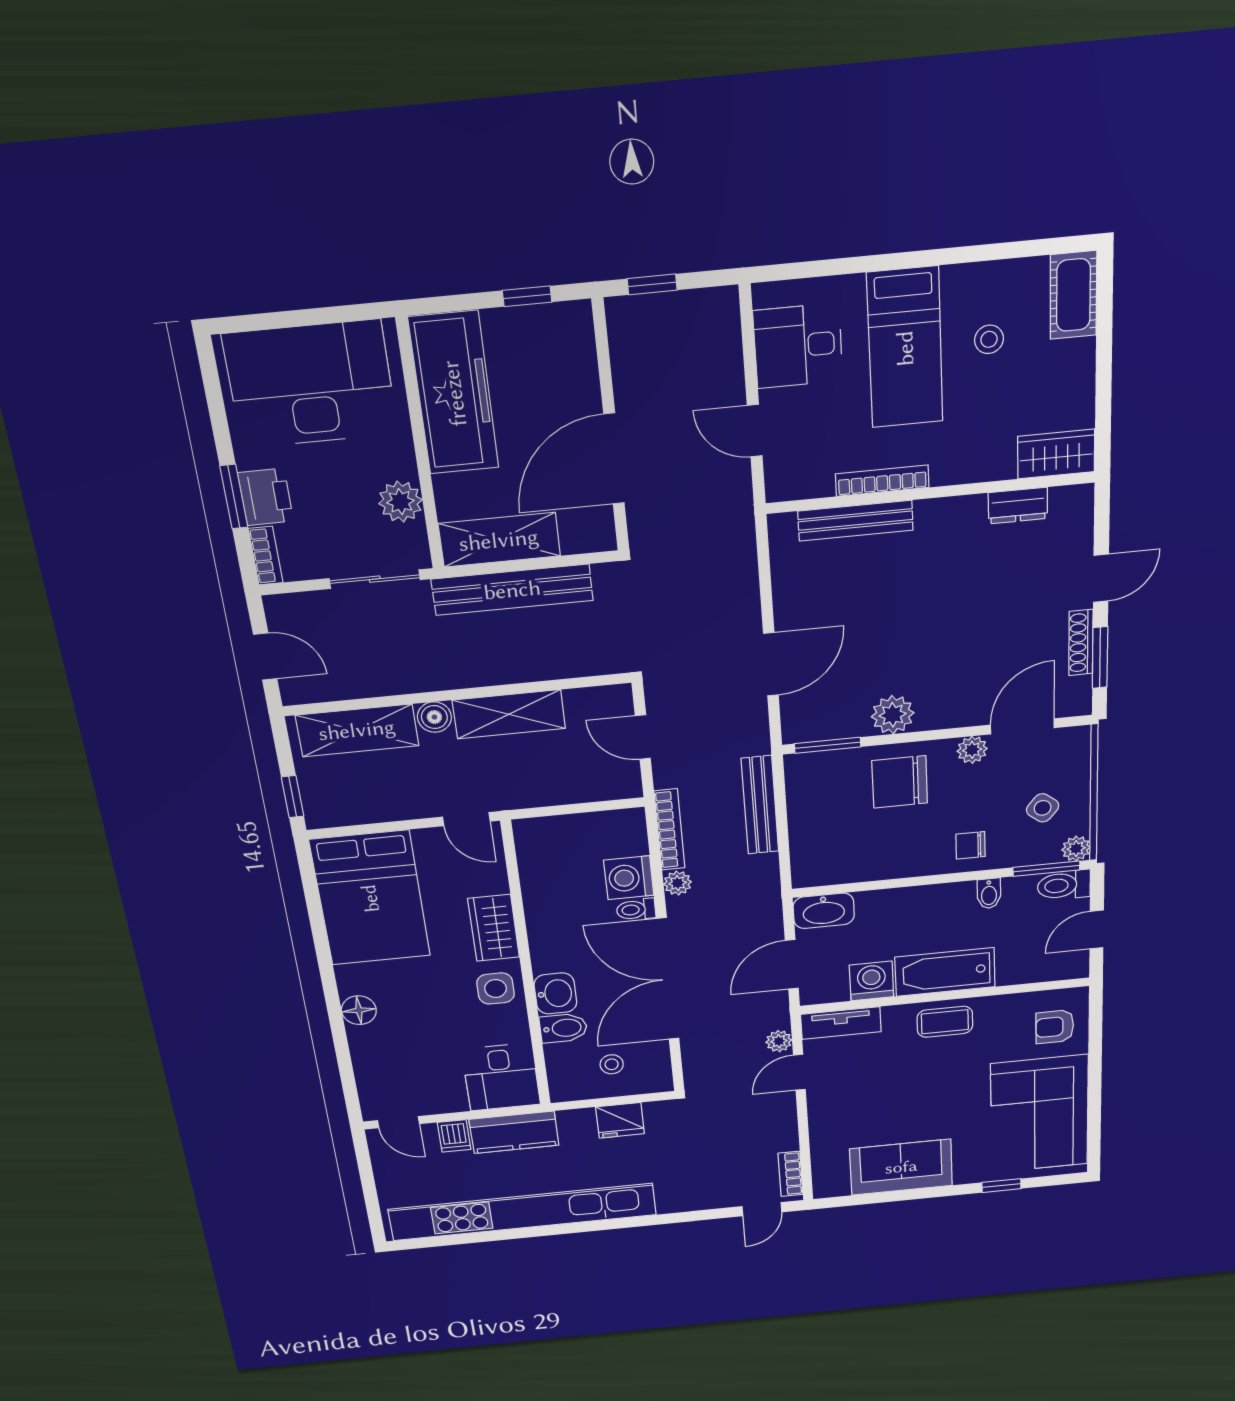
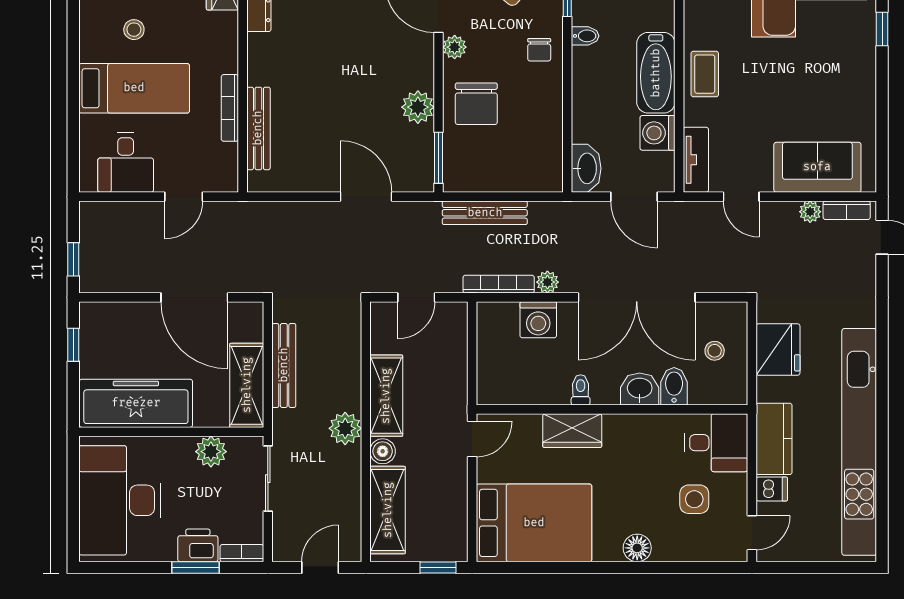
bench: (512, 590) -> (284, 365), width x0.73, depth x0.82
plant: (458, 669) -> (345, 428), added
toilet: (636, 910) -> (581, 390), moved, turned 180
side table: (496, 988) -> (694, 499), moved
plant: (779, 1041) -> (810, 212), moved
fridge: (620, 1120) -> (778, 349), width x1.36, depth x1.34
sofa: (901, 1167) -> (817, 167), moved, turned 90

